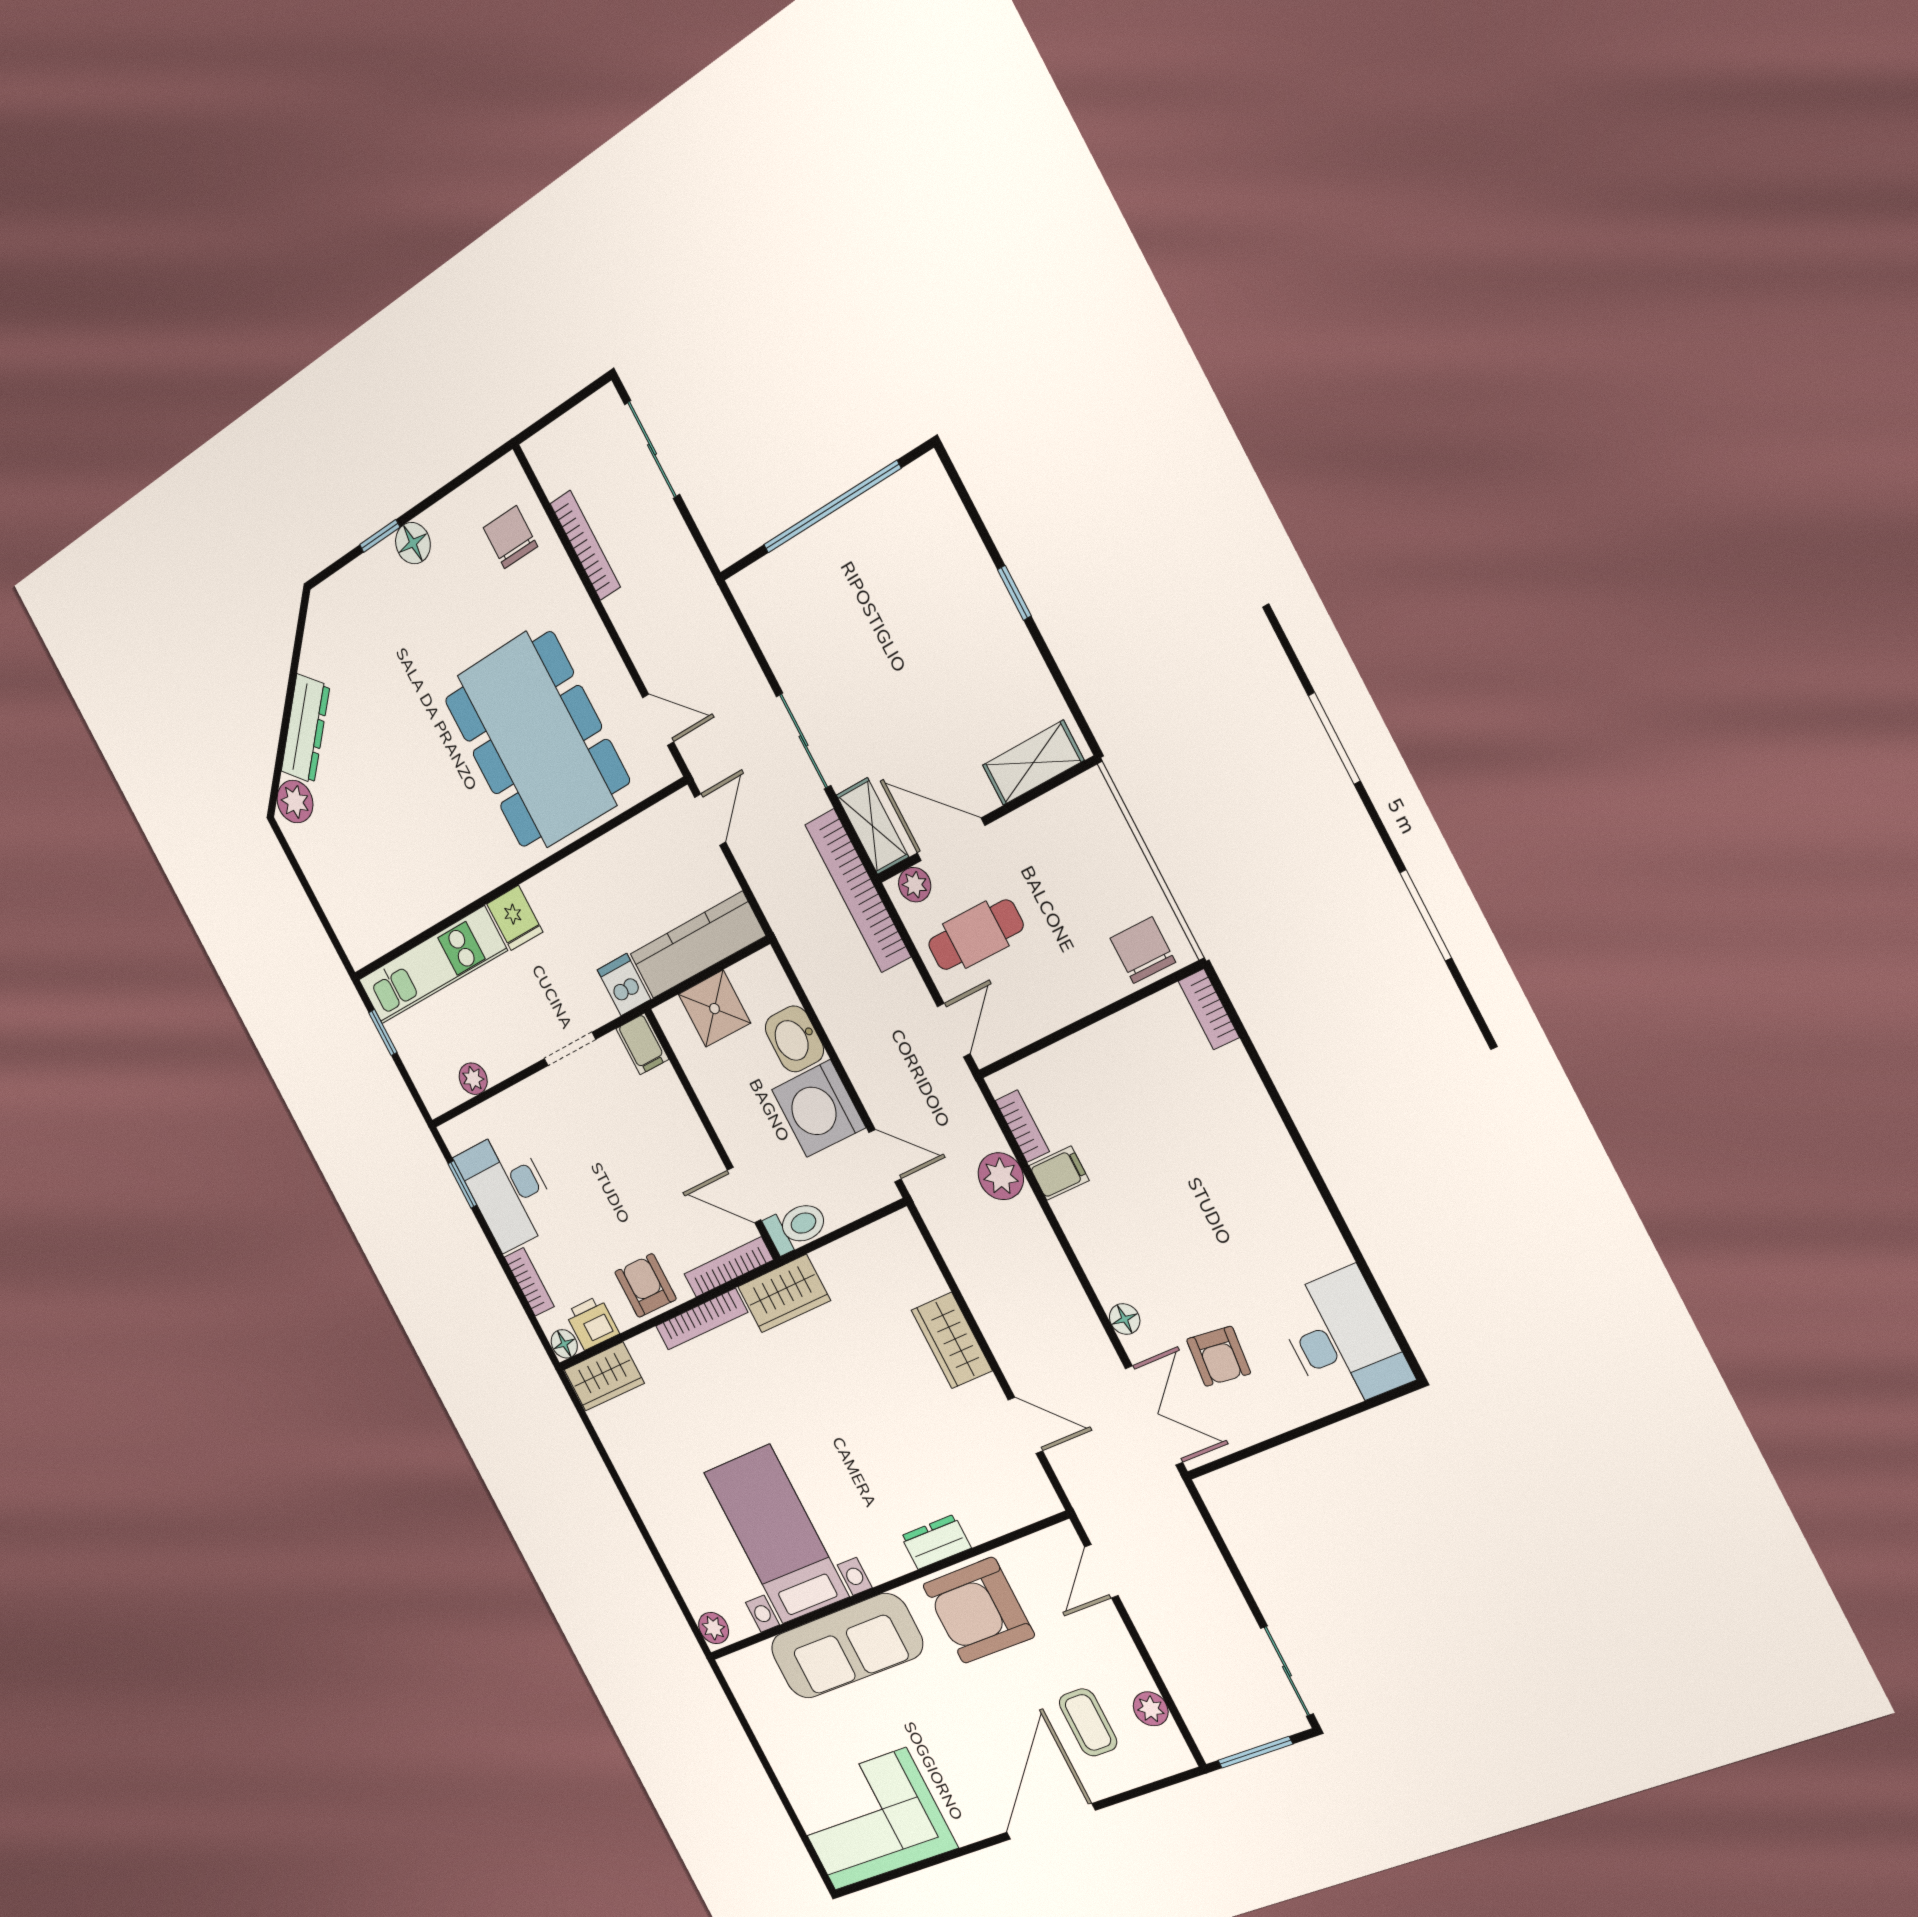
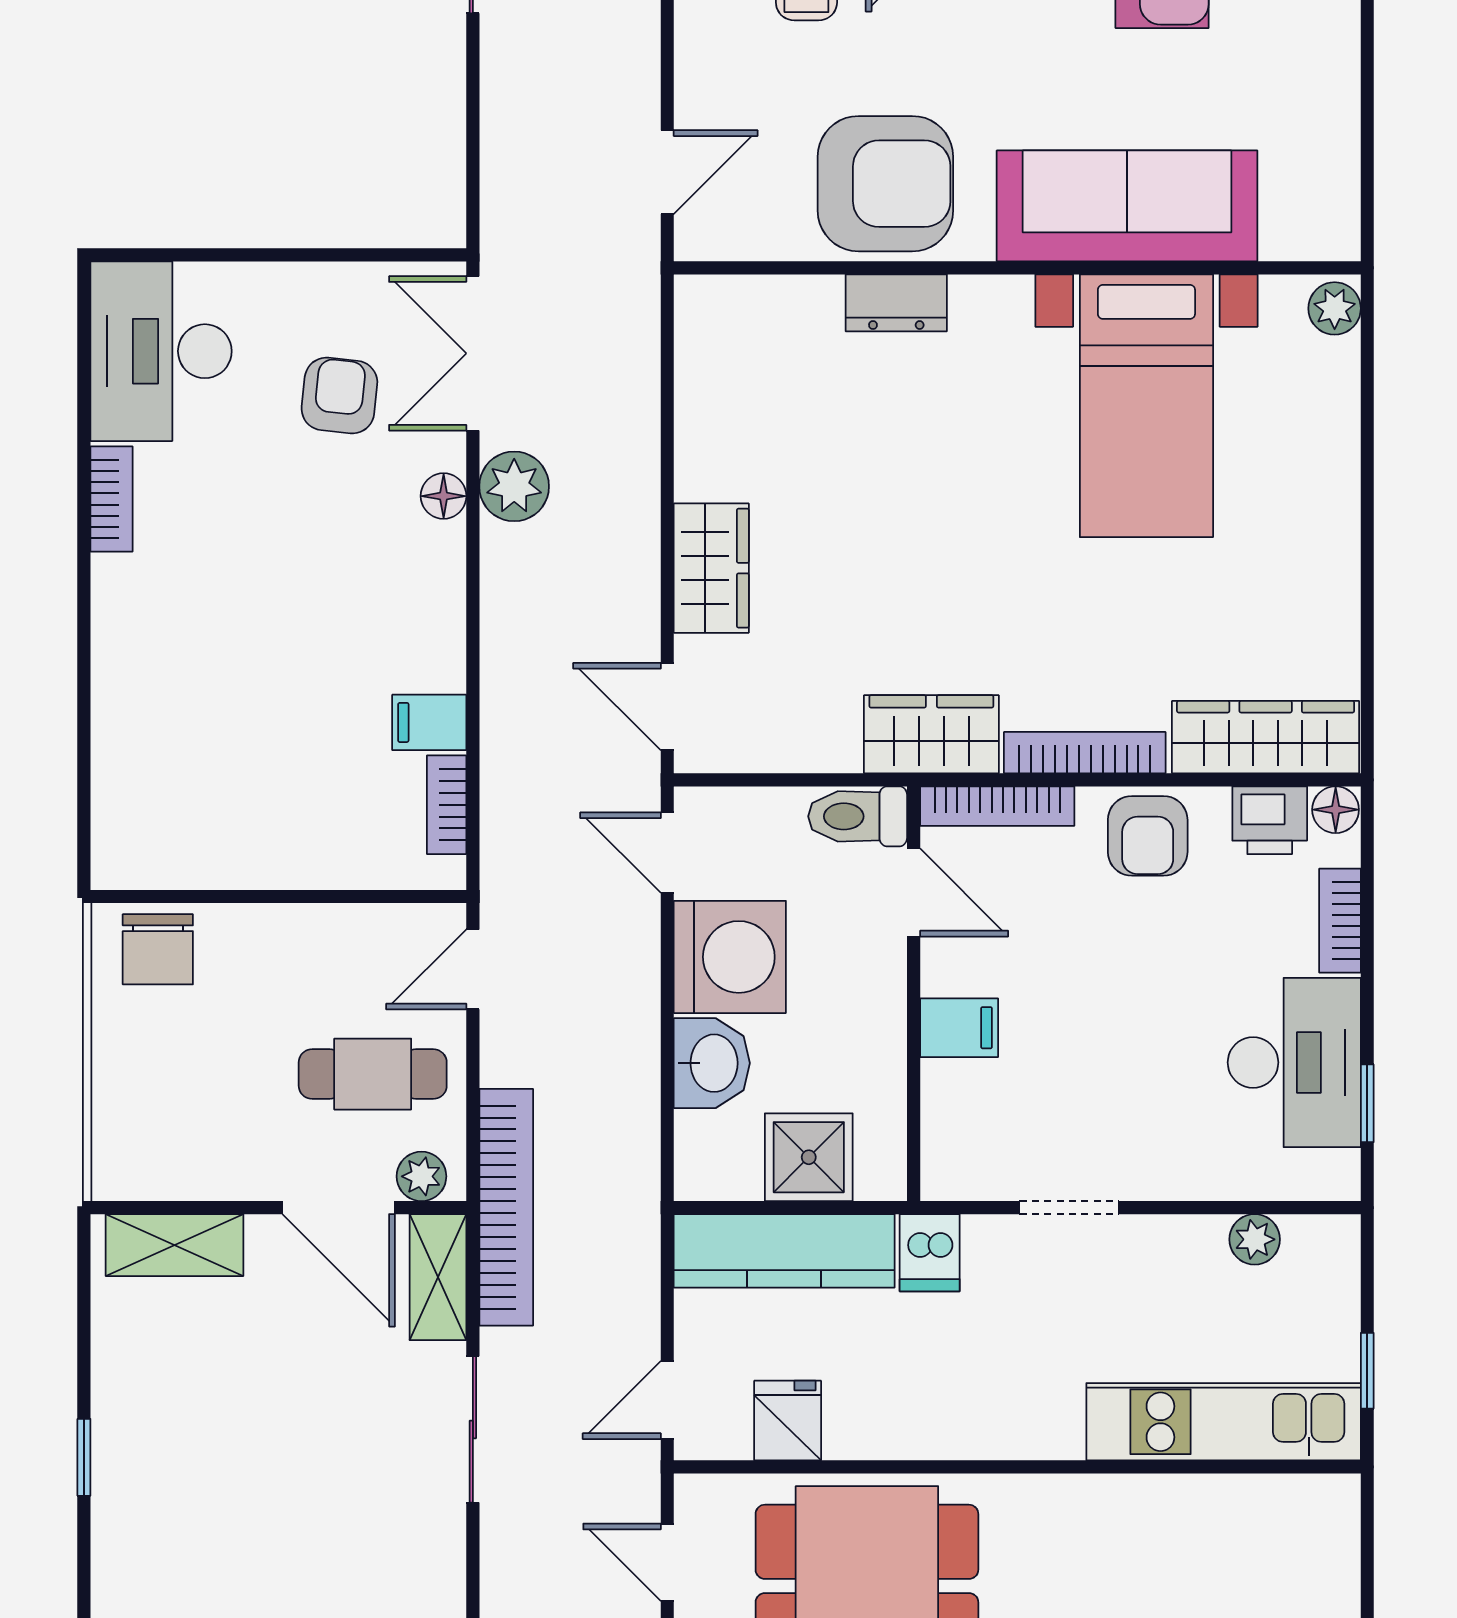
fridge: (515, 918) -> (788, 1421), moved
bookcase: (1209, 1009) -> (111, 499), moved
filing cabinet: (642, 1044) -> (959, 1028), moved, turned 90
plant: (1001, 1176) -> (514, 486), moved
wardrobe: (604, 1376) -> (1266, 737), width x1.50
door: (1025, 1425) -> (667, 707), moved

